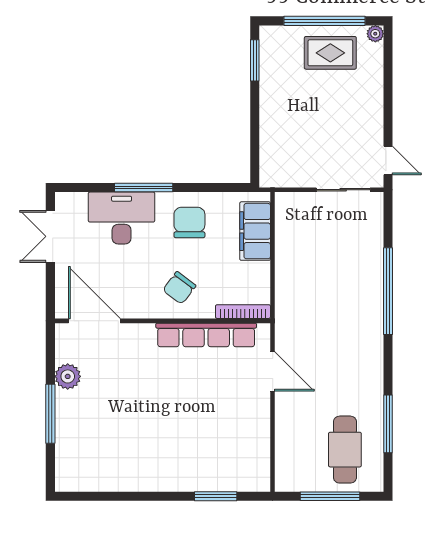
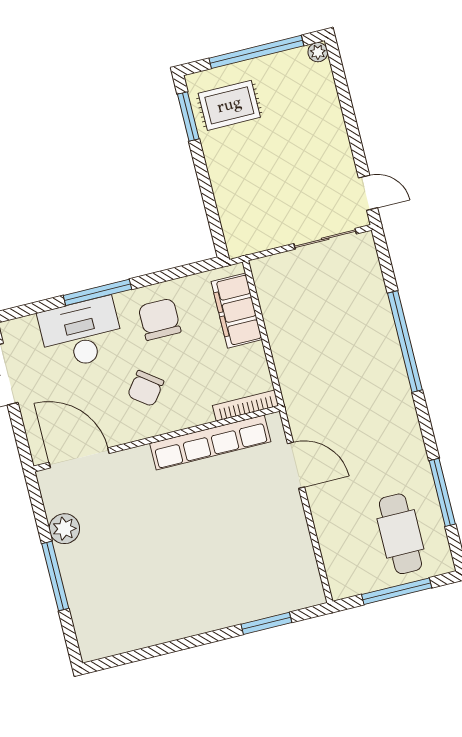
rug: (330, 53) -> (229, 105), moved
chair: (179, 288) -> (146, 388), moved

